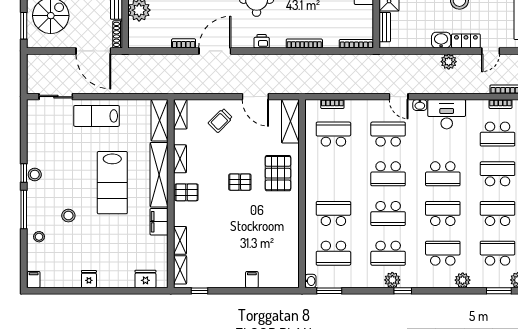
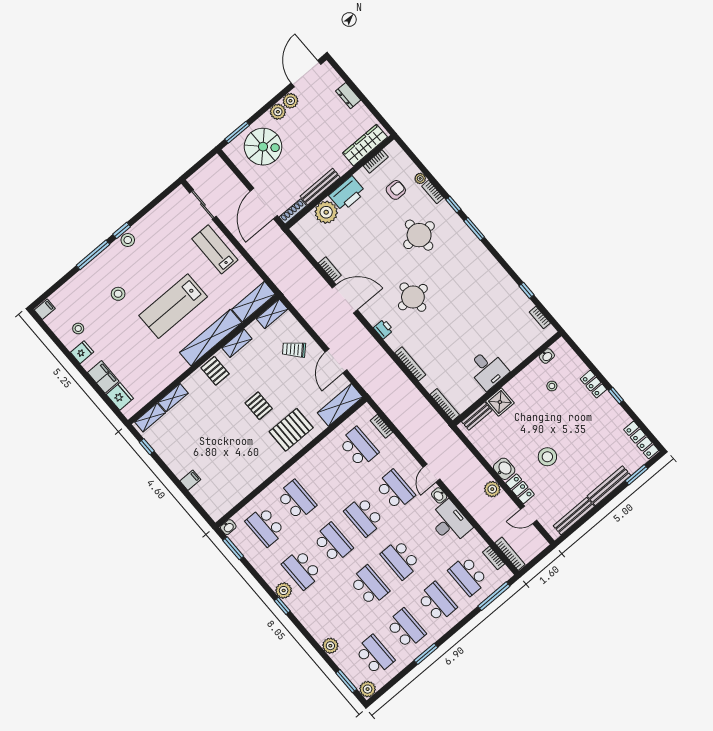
school desk: (388, 213) -> (333, 543), turned 180
filing cabinet: (159, 222) -> (103, 377), moved, turned 90
stool: (39, 237) -> (78, 328), moved
school desk: (443, 253) -> (338, 612), removed

